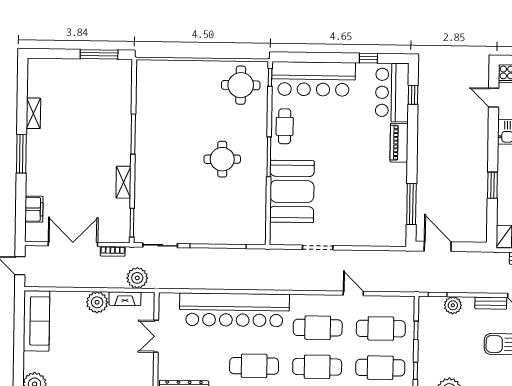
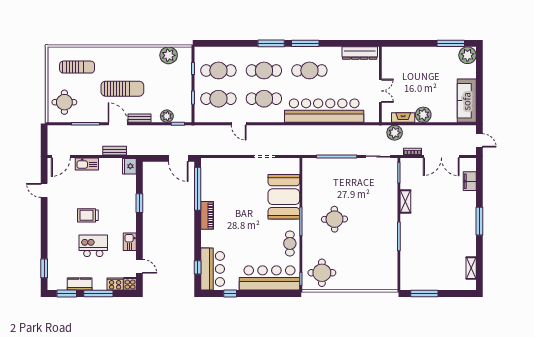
shelving: (33, 113) -> (471, 268), moved
piano: (399, 143) -> (207, 215), moved
window: (411, 204) -> (198, 189), width x1.46

